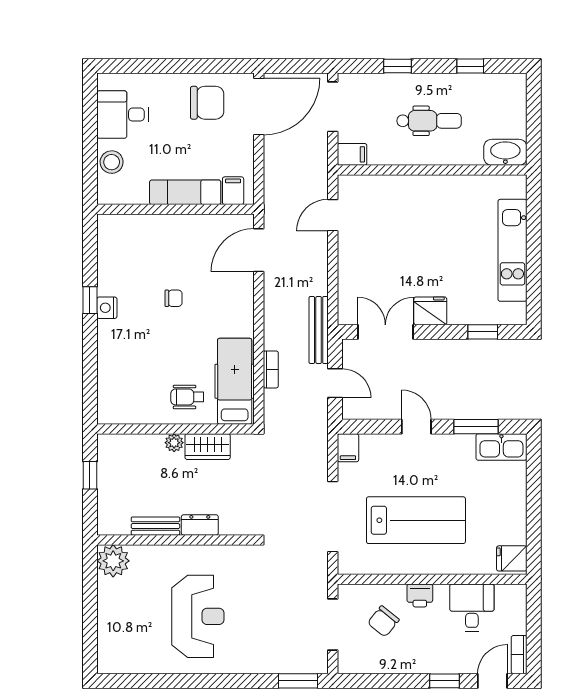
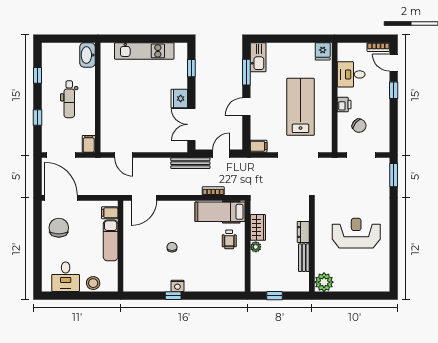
dental chair: (429, 121) -> (69, 99), turned 180
door: (259, 250) -> (144, 198), hinge flipped

